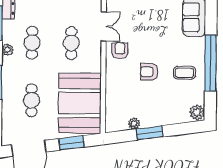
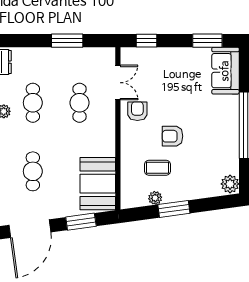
coffee table: (184, 73) -> (157, 168), moved
booth: (80, 103) -> (98, 184), width x0.73, depth x0.70

